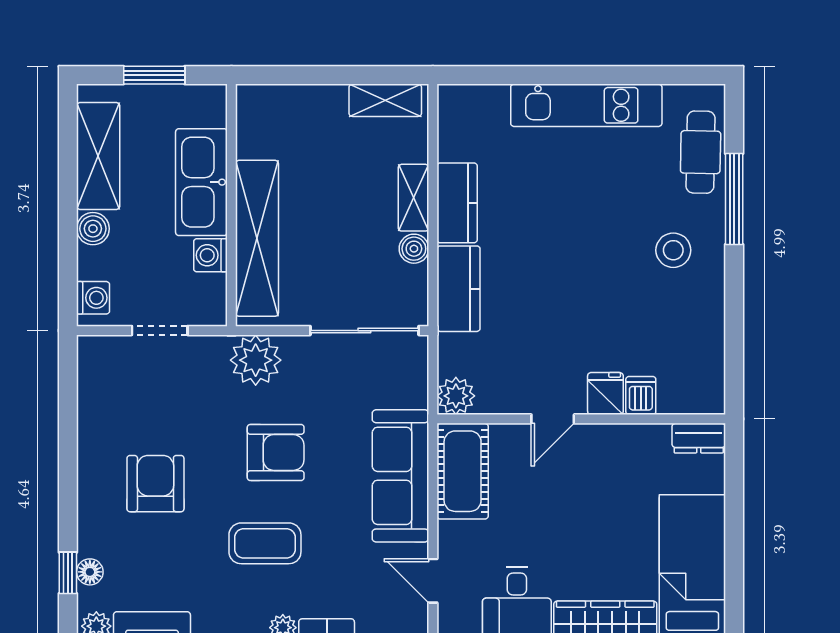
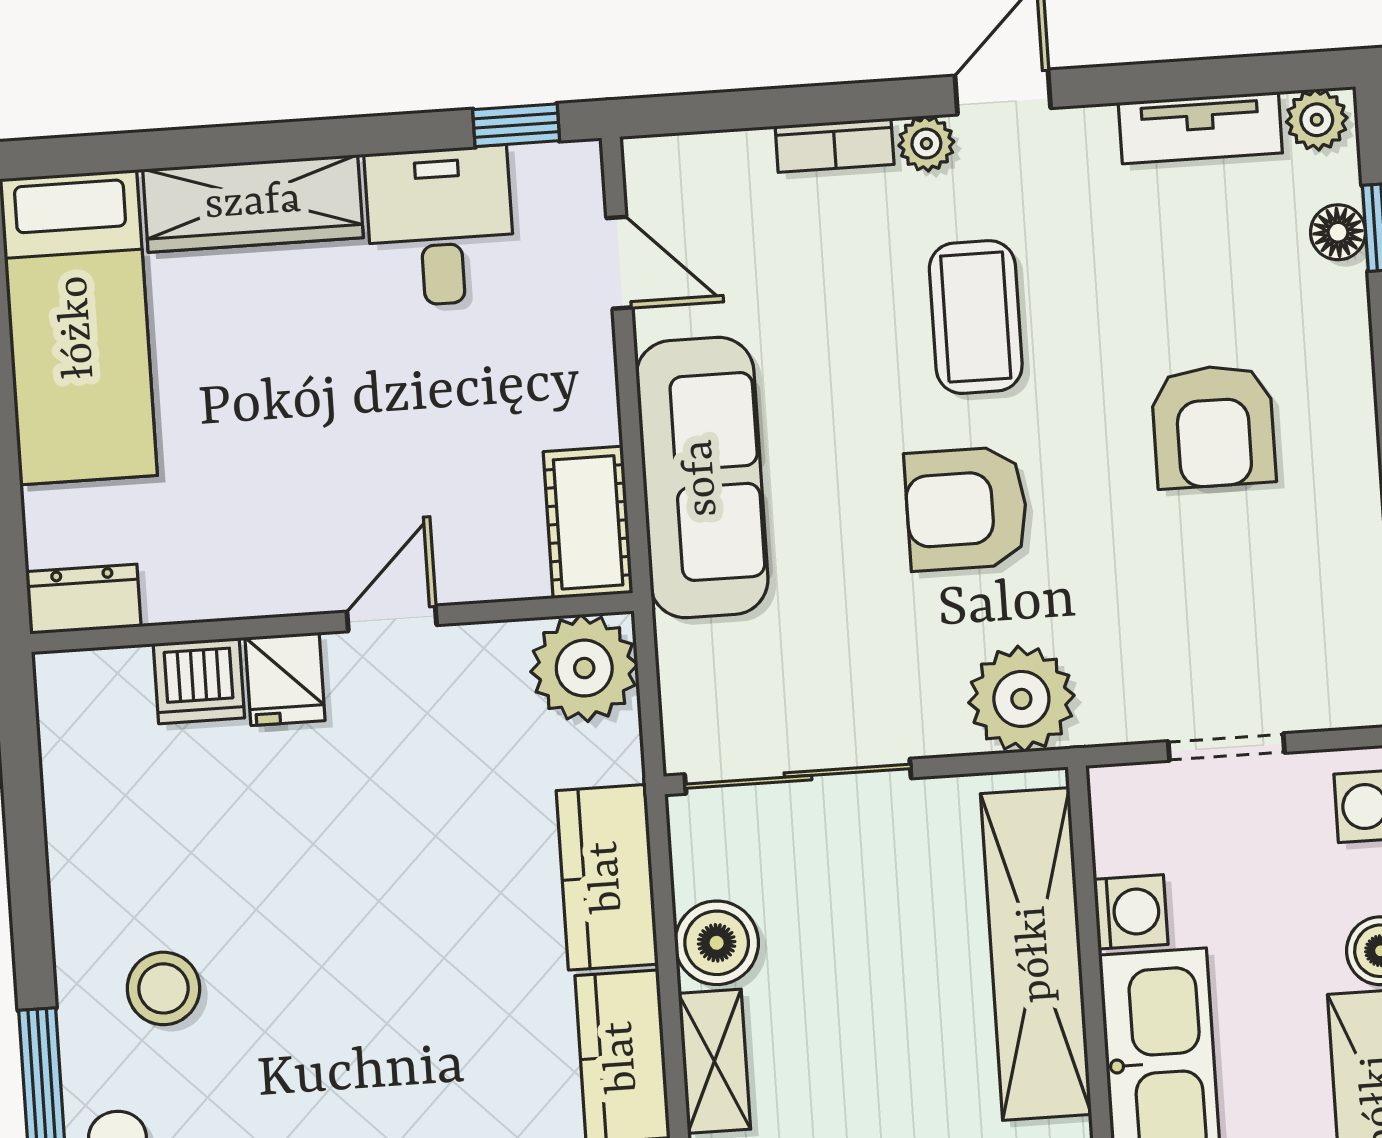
boiler: (414, 249) -> (717, 943), width x1.36, depth x1.36
dishwasher: (641, 395) -> (199, 681), width x1.38
plant: (456, 396) -> (584, 668), width x1.36, depth x1.36
cot: (463, 471) -> (588, 522), width x0.73, depth x0.75
coffee table: (265, 543) -> (976, 317), turned 90

